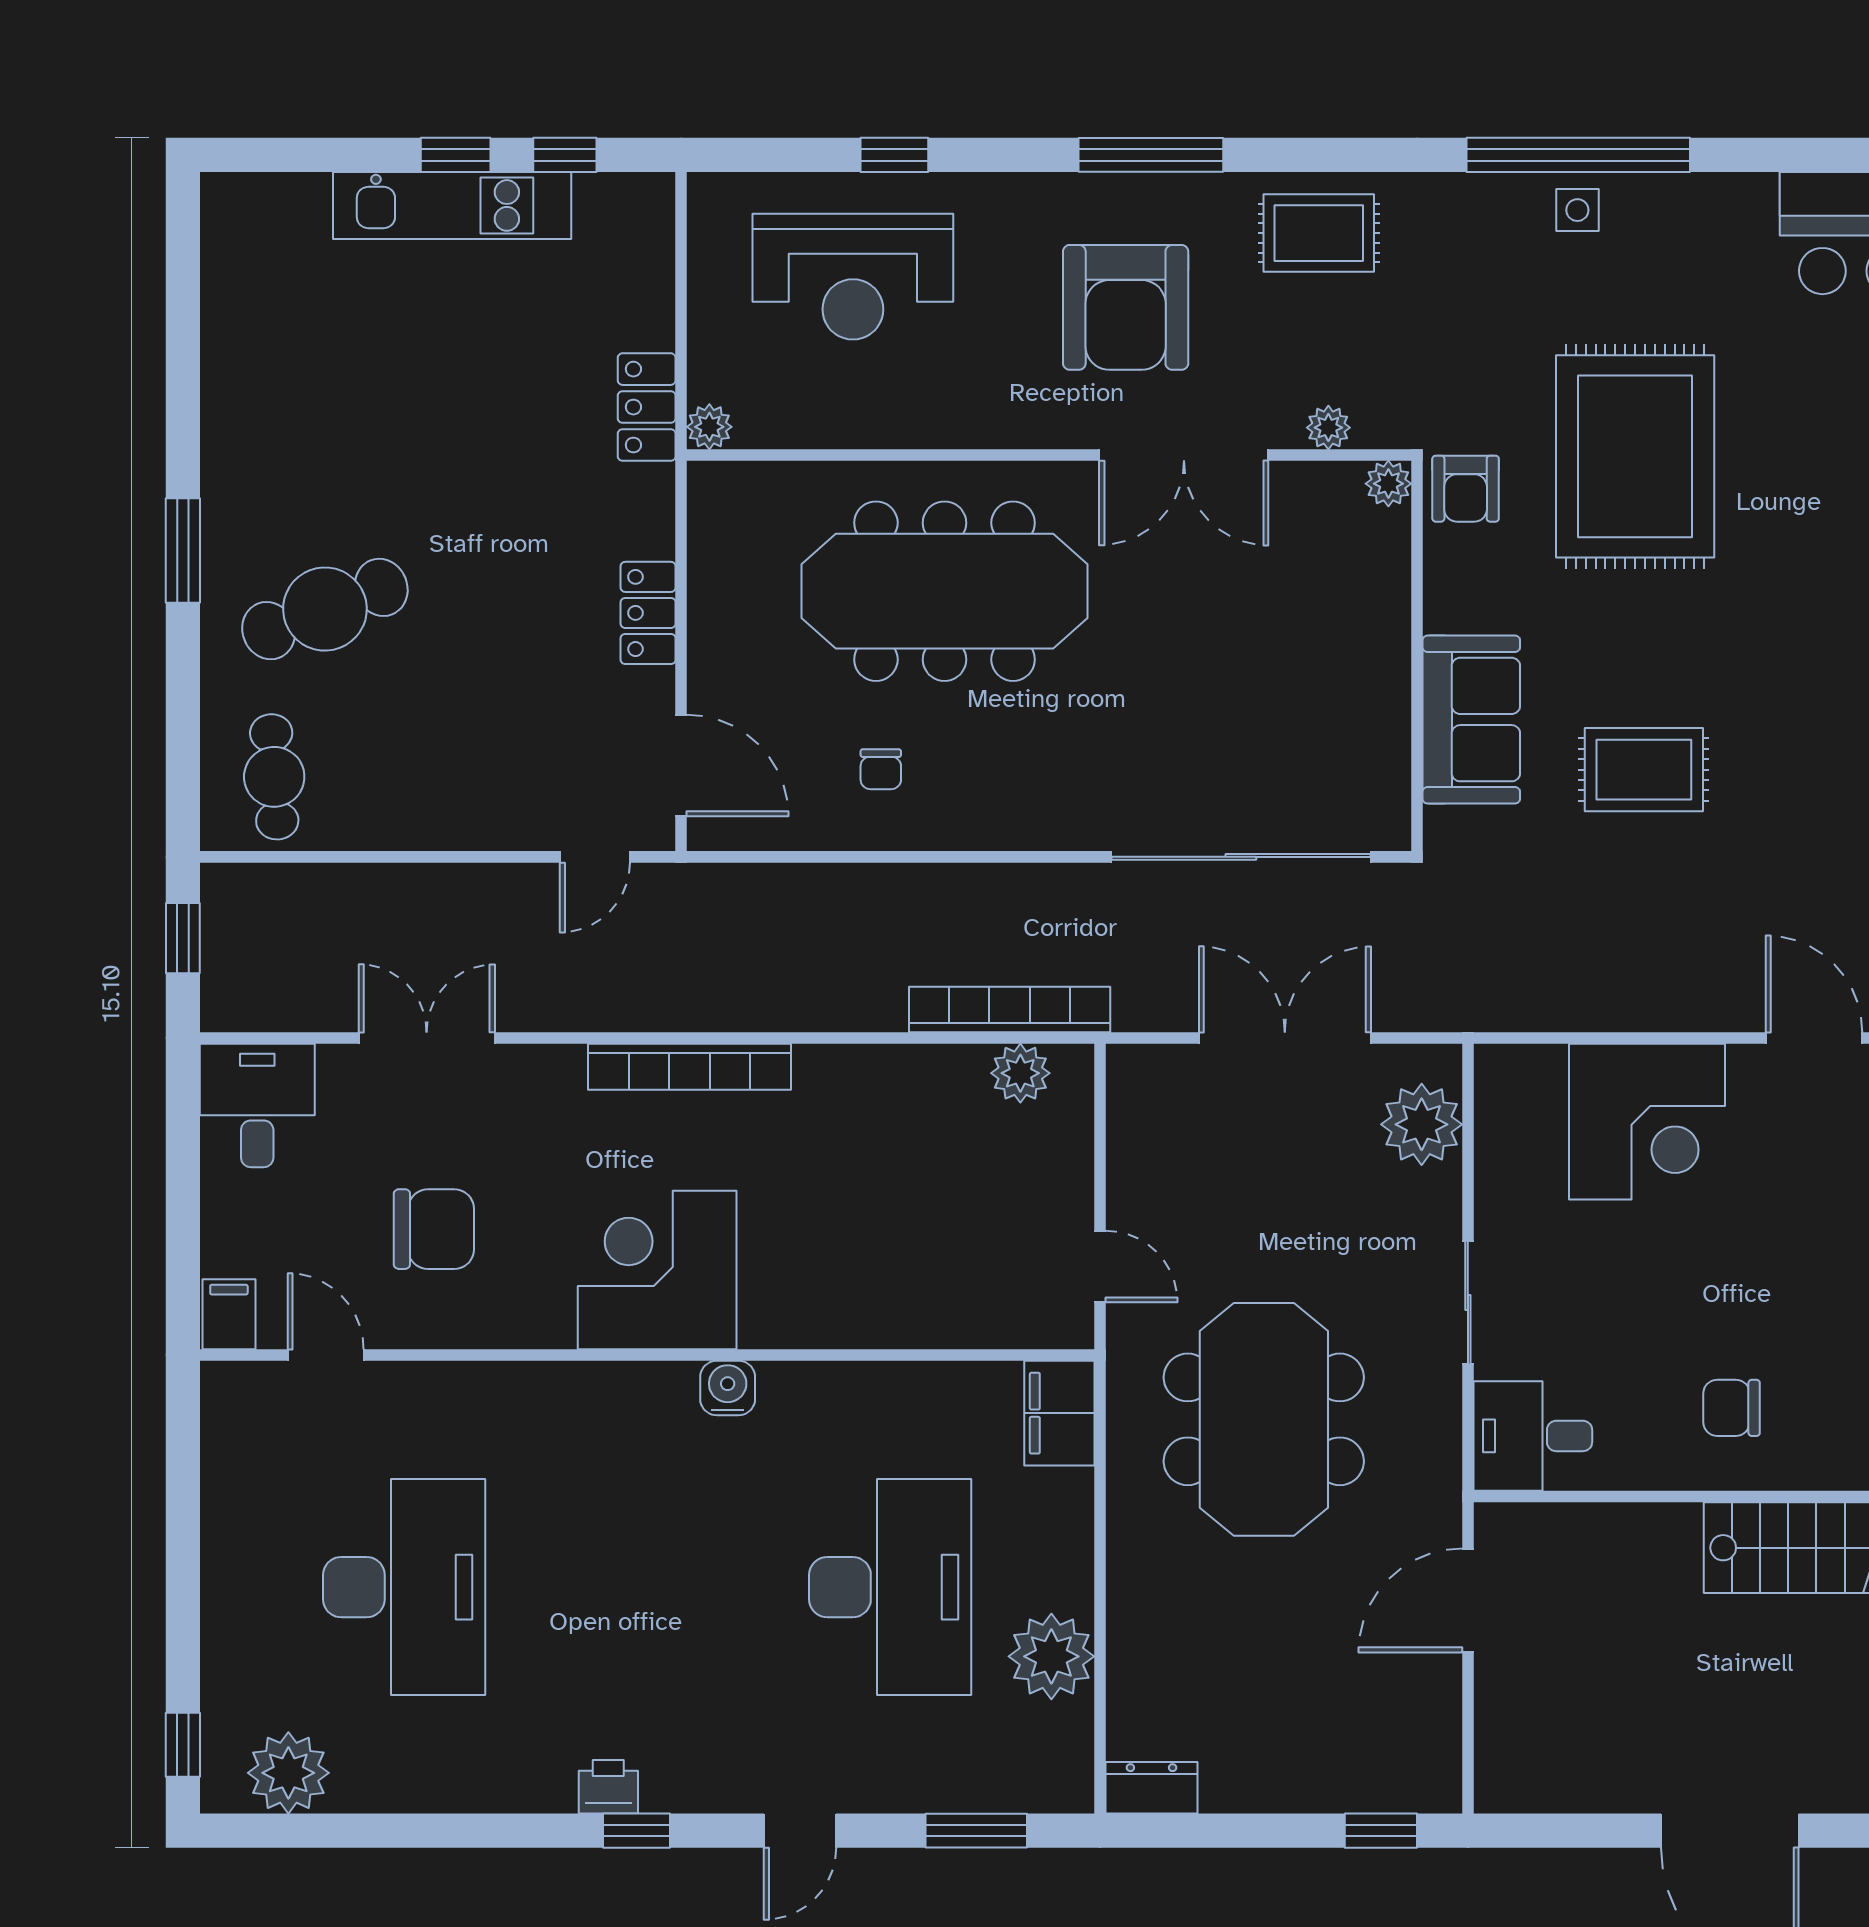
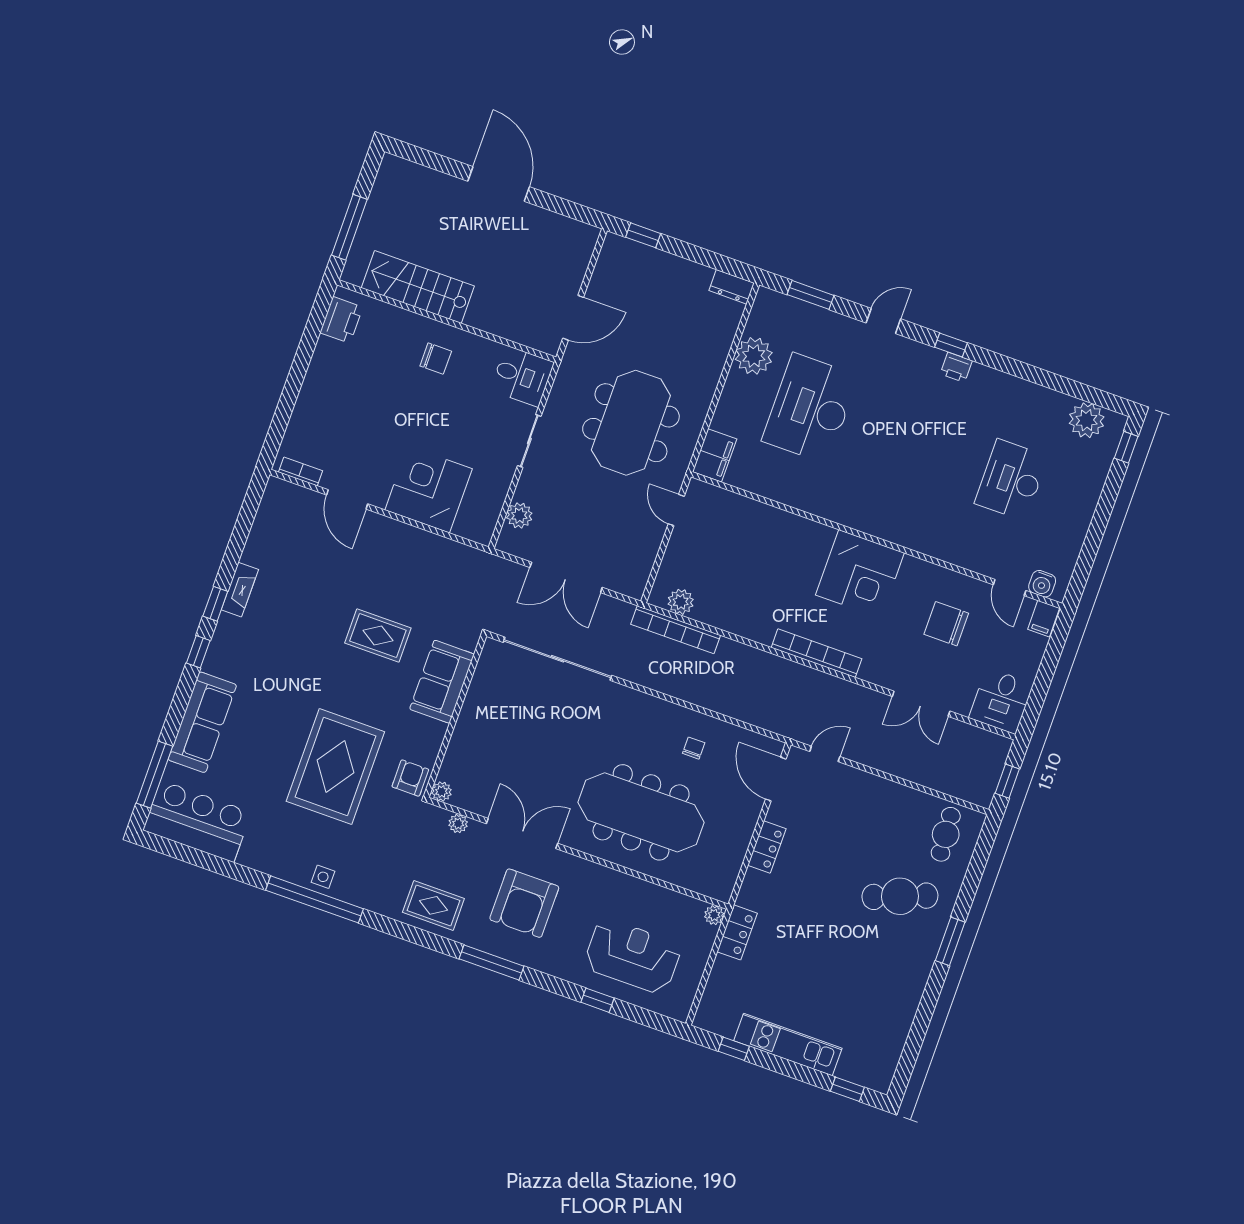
window: (456, 155) -> (847, 1089), moved
armchair: (1126, 307) -> (524, 903), turned 180
plant: (1422, 1124) -> (519, 515), width x0.73, depth x0.73
water cooler: (728, 1388) -> (1042, 584), moved
desk: (404, 1587) -> (1011, 480), width x0.73, depth x0.77

